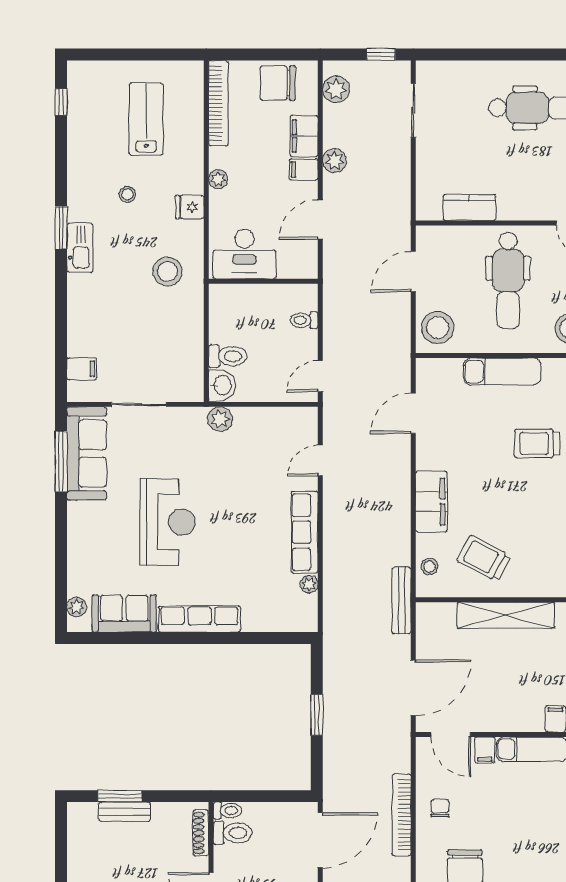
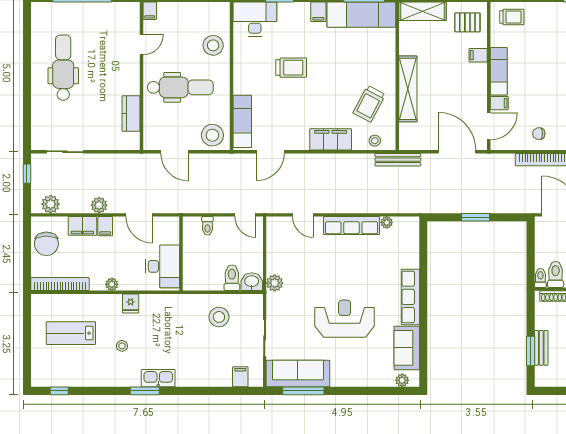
stool: (167, 271) -> (219, 317), moved
exam couch: (502, 371) -> (242, 121), moved
door: (413, 413) -> (271, 152), hinge flipped
trolley: (537, 443) -> (291, 68), turned -90

